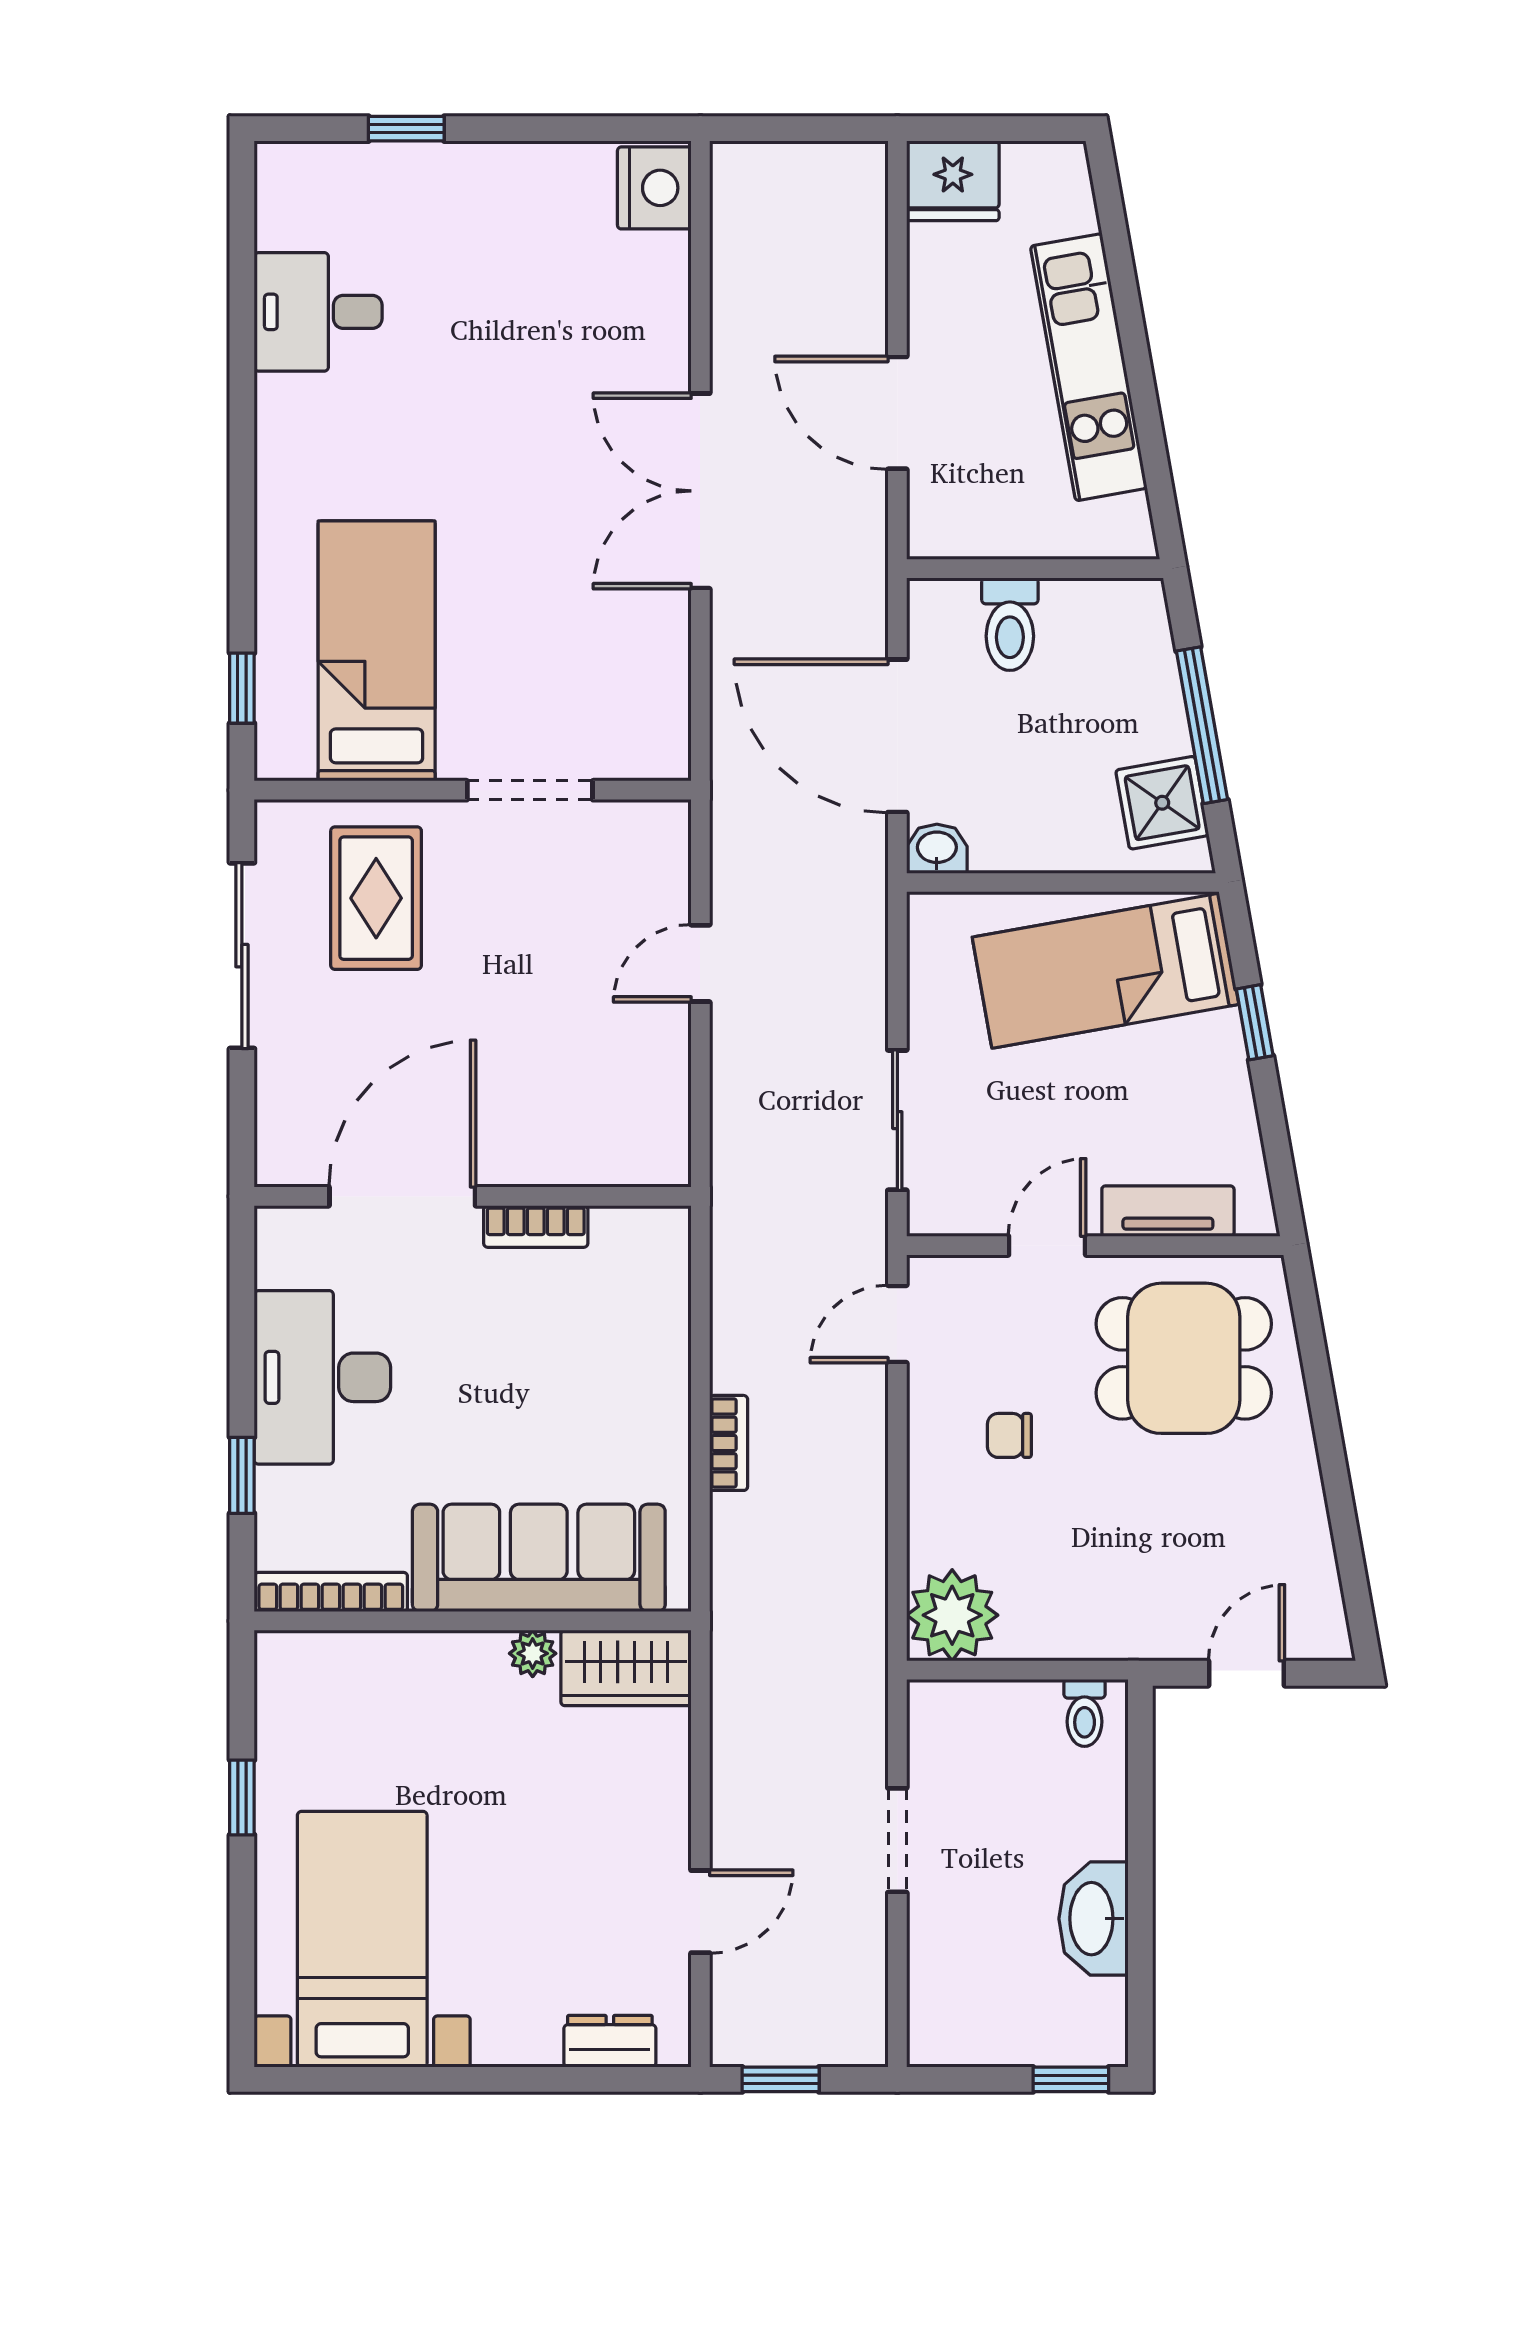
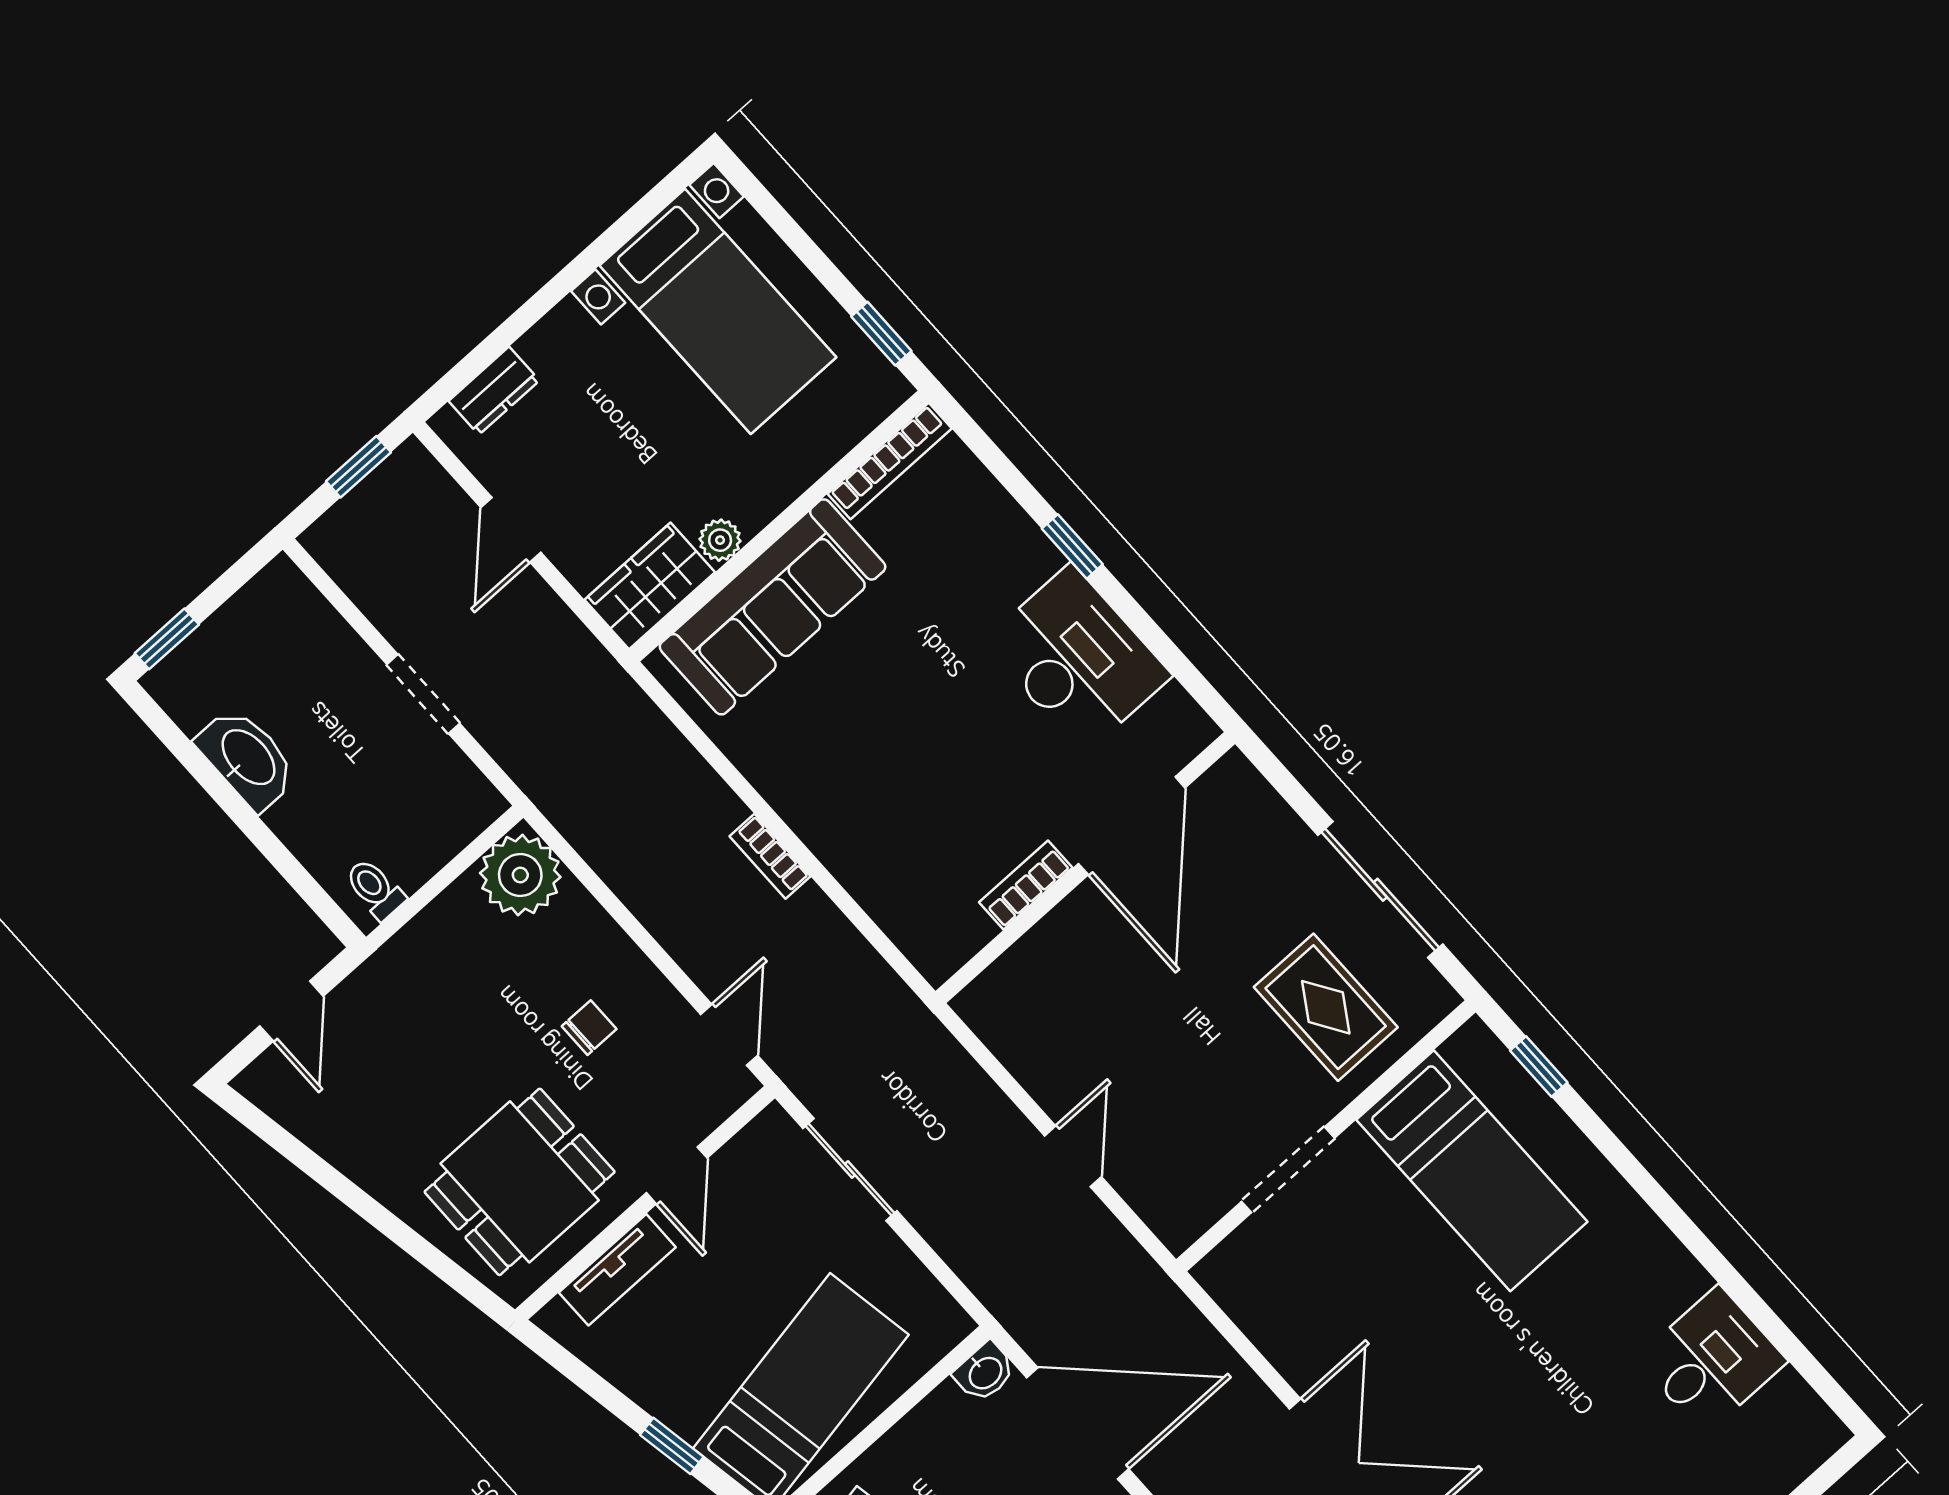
sofa: (539, 1558) -> (773, 607), moved
bookcase: (331, 1592) -> (890, 461), moved
wall: (473, 1621) -> (779, 526), moved
plant: (533, 1653) -> (720, 540), moved
wardrobe: (626, 1668) -> (650, 586), moved

